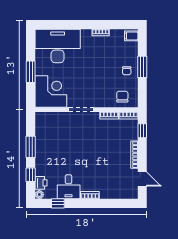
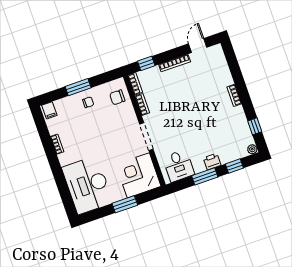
printer: (41, 183) -> (212, 162), moved
desk: (69, 187) -> (179, 166), moved, turned 90

